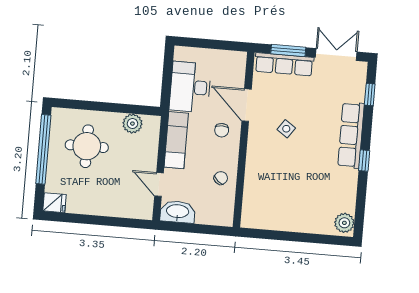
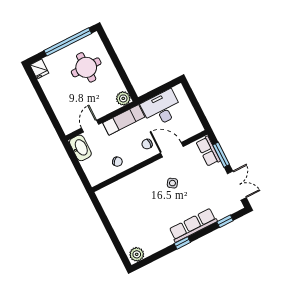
row of seats: (284, 64) -> (208, 151), width x0.68
door: (247, 105) -> (172, 150), hinge flipped
plant: (132, 124) -> (123, 98), moved

